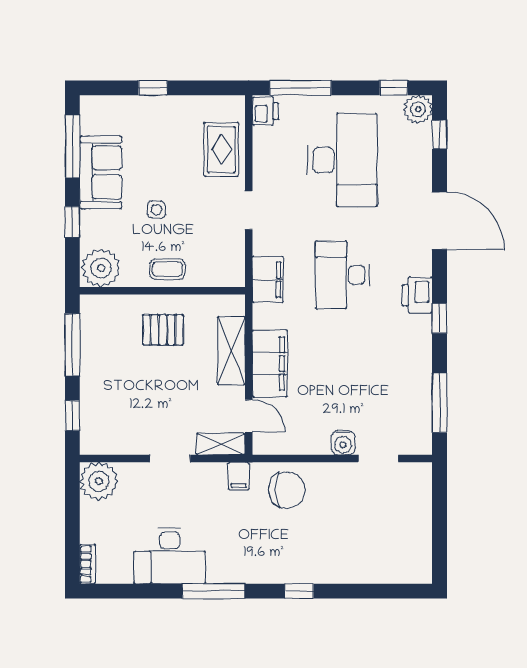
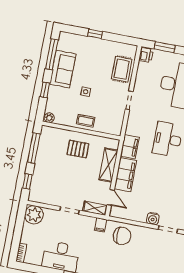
window: (301, 88) -> (165, 47), width x0.69
plant: (101, 268) -> (49, 118), width x0.53, depth x0.53
filing cabinet: (268, 280) -> (130, 147), moved

